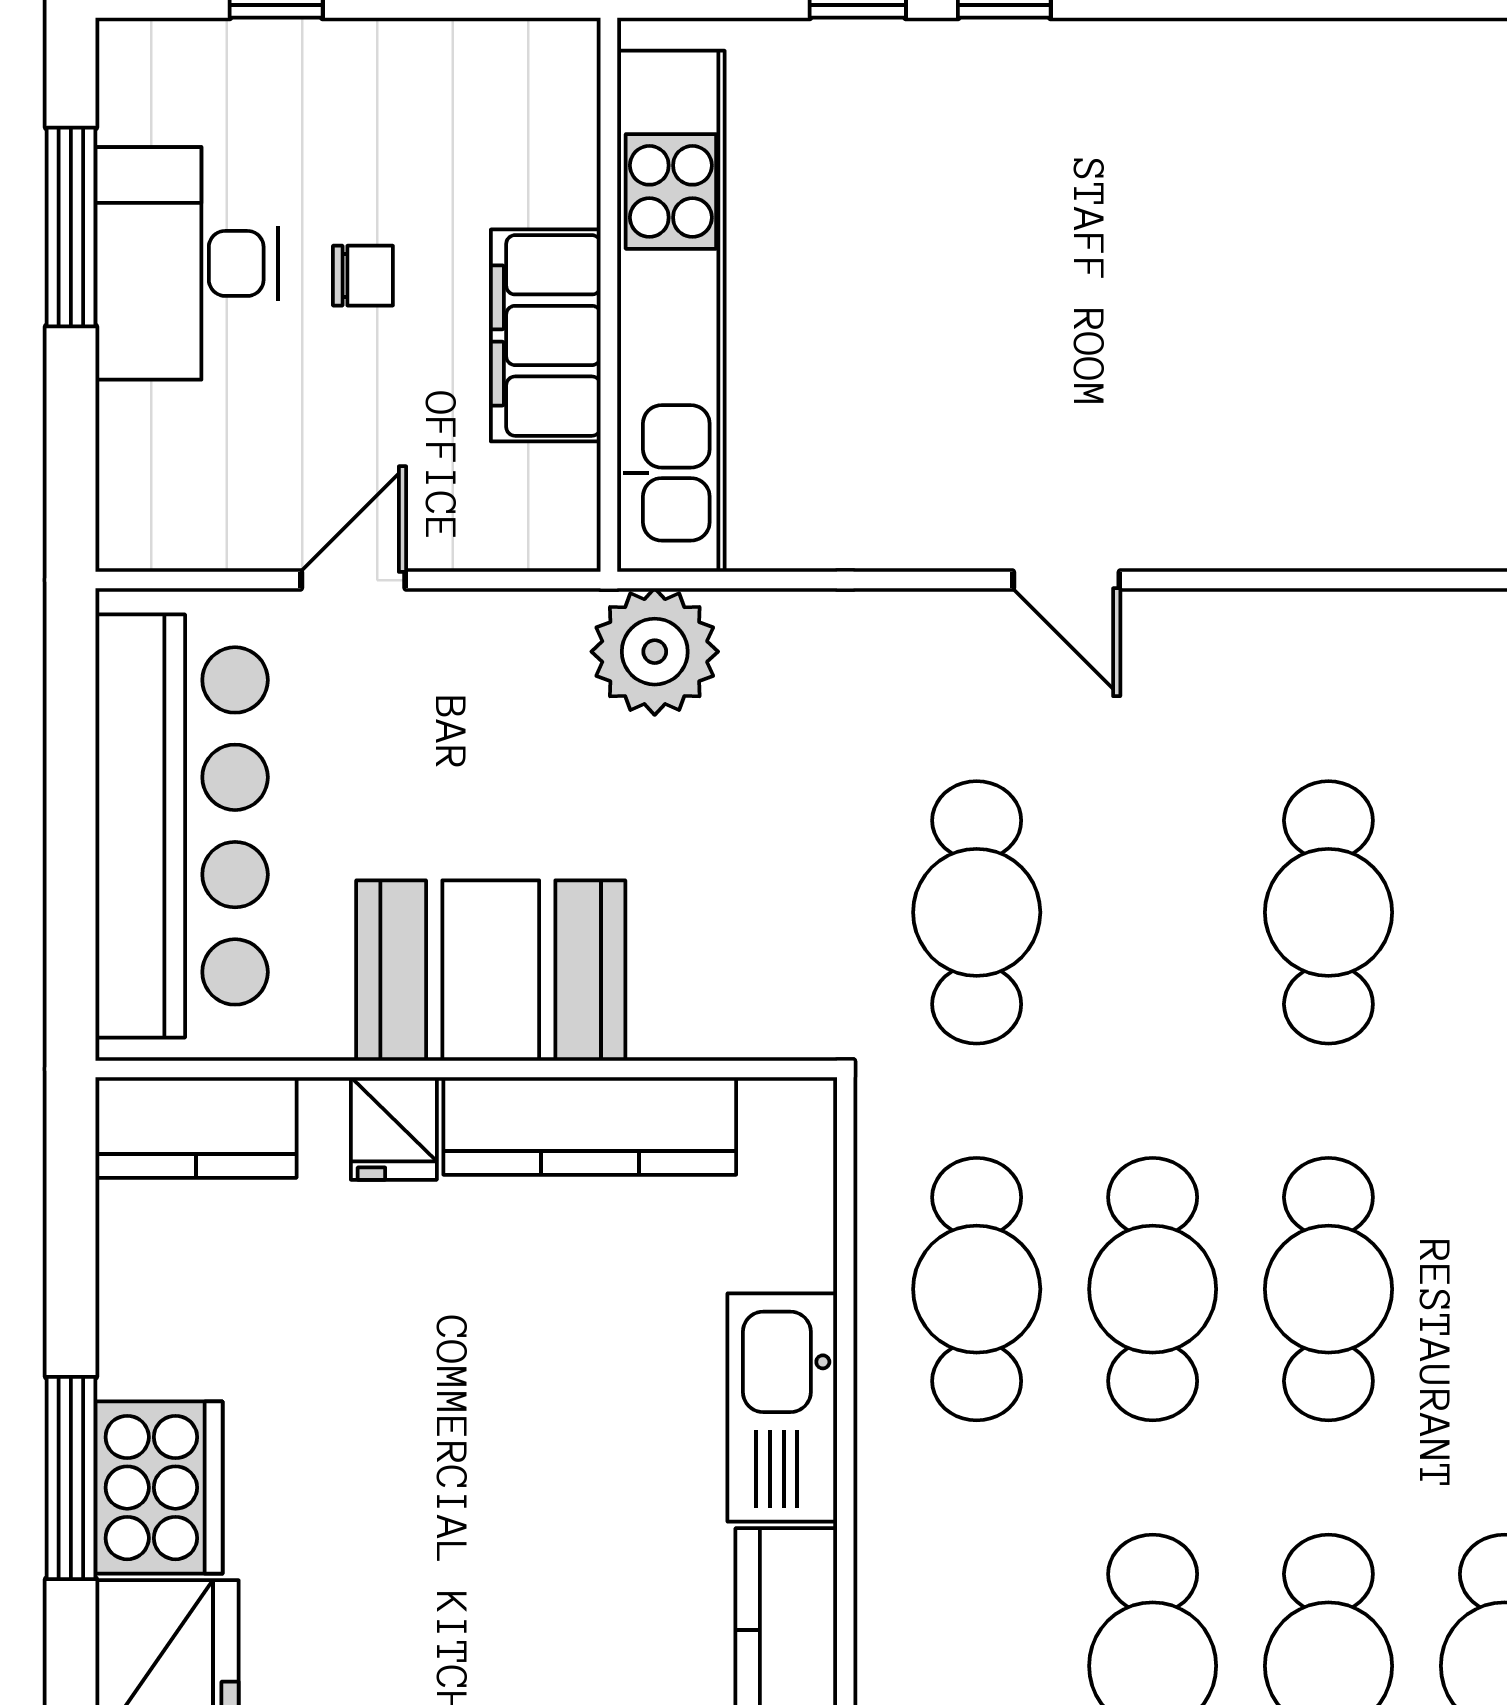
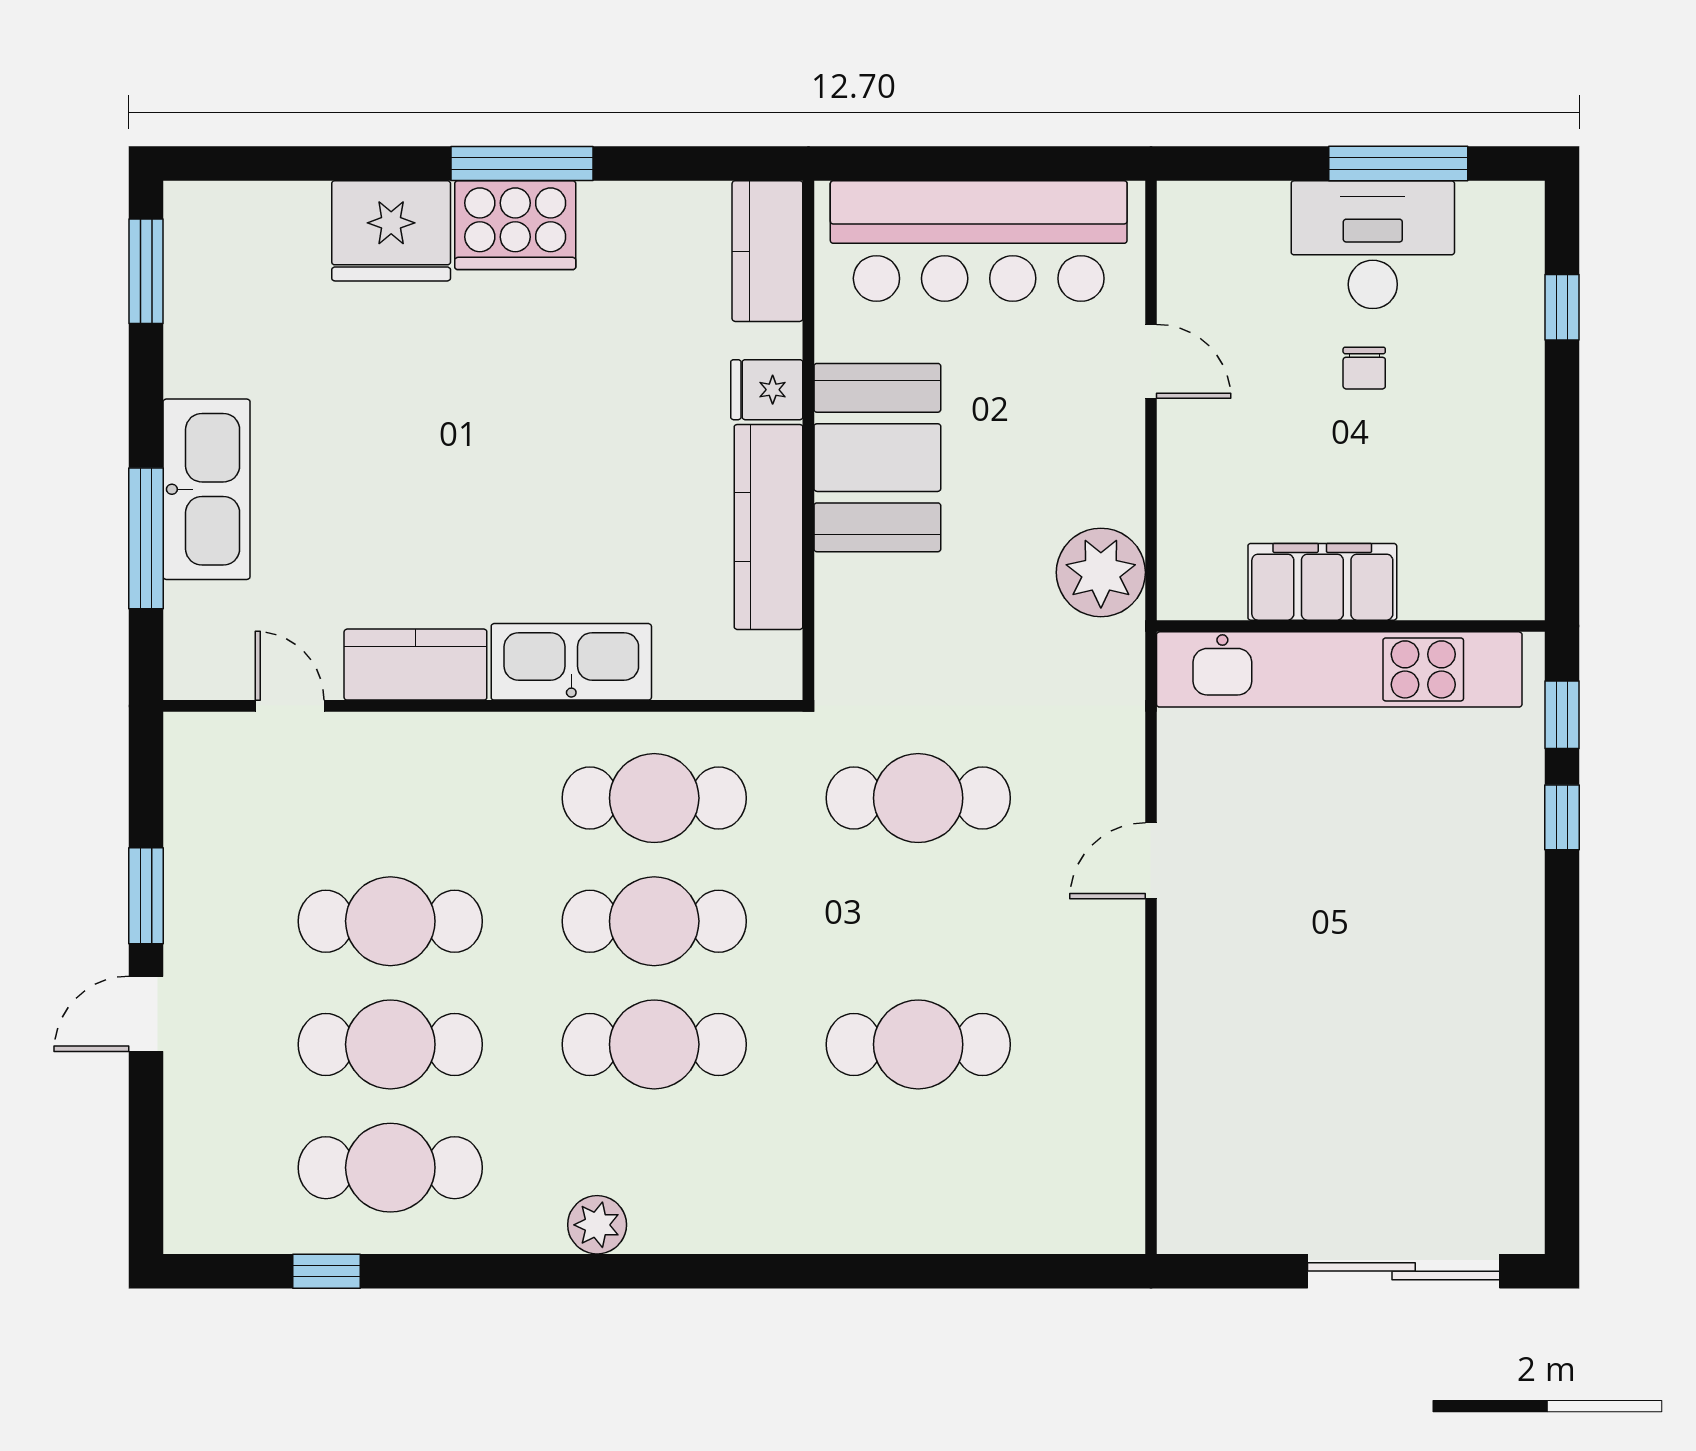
wall: (609, 295) -> (1351, 626), moved
kitchen unit: (671, 311) -> (1339, 669), moved
filing cabinet: (546, 335) -> (1322, 582), moved

